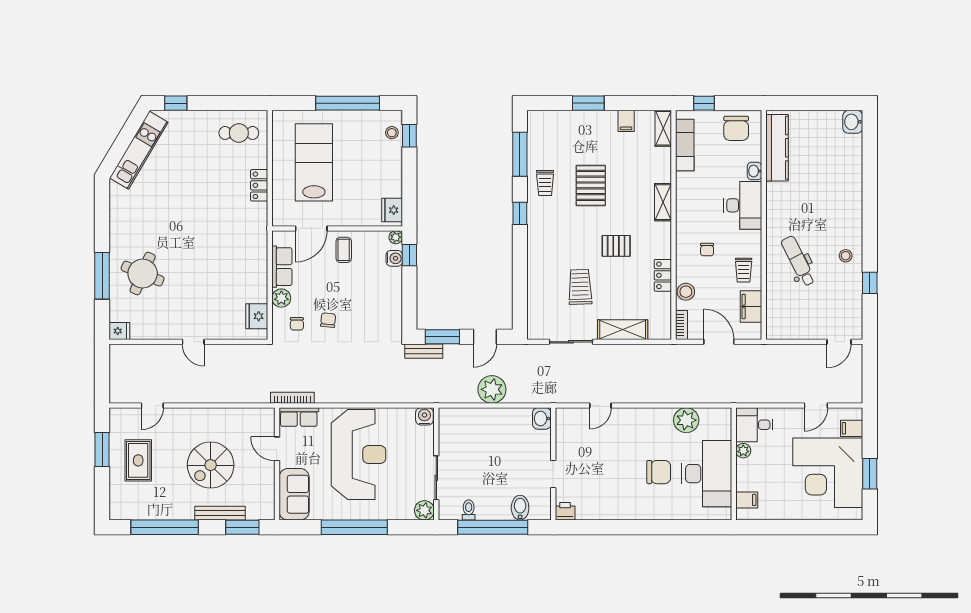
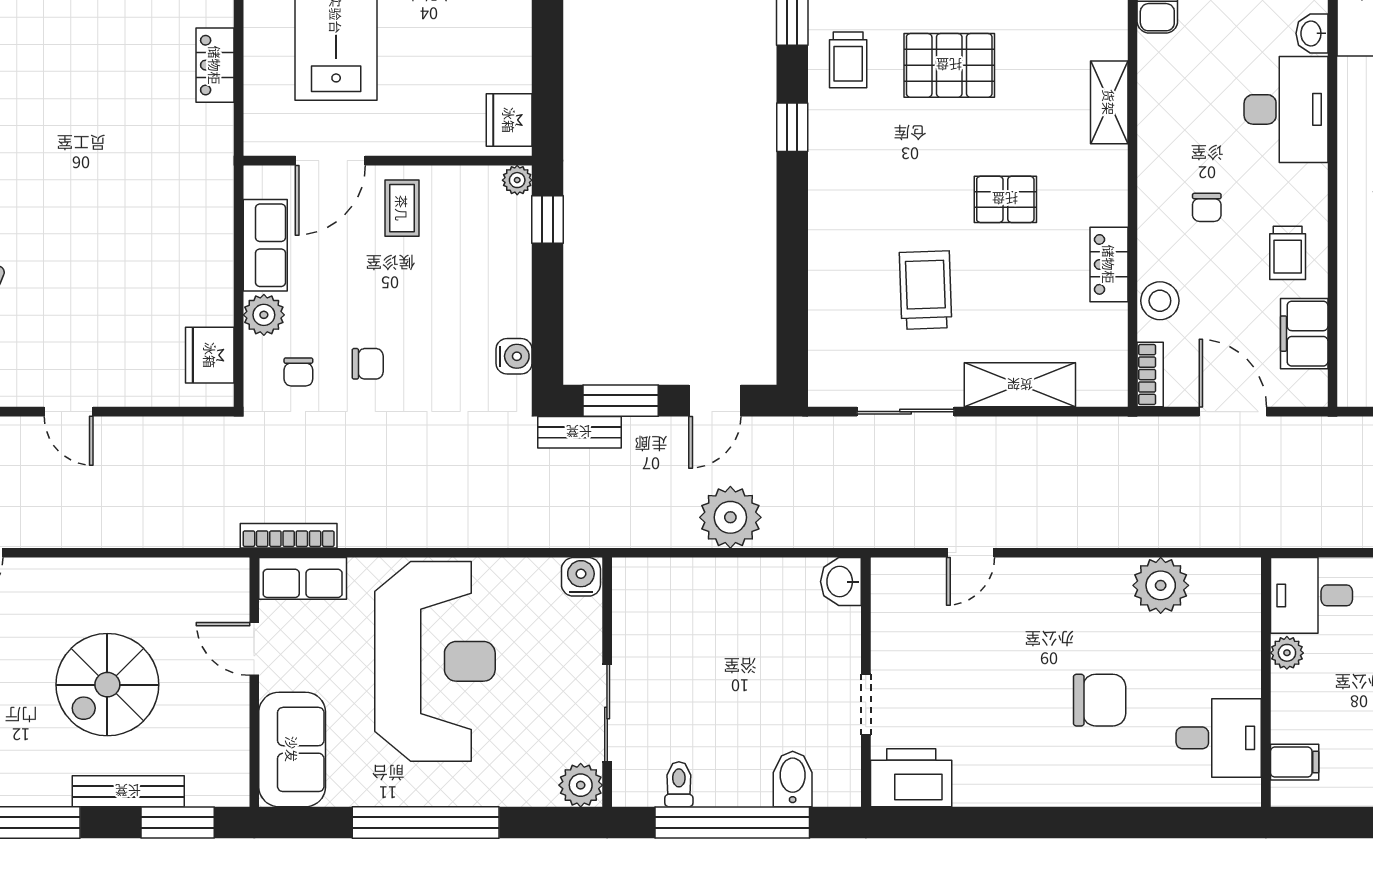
pallet: (591, 185) -> (949, 65), turned 90
water cooler: (394, 258) -> (514, 356), moved
chair: (328, 320) -> (368, 364), turned 84
desk: (707, 474) -> (1219, 738), width x0.53, depth x0.77
printer: (565, 511) -> (911, 778), width x1.87, depth x1.48

